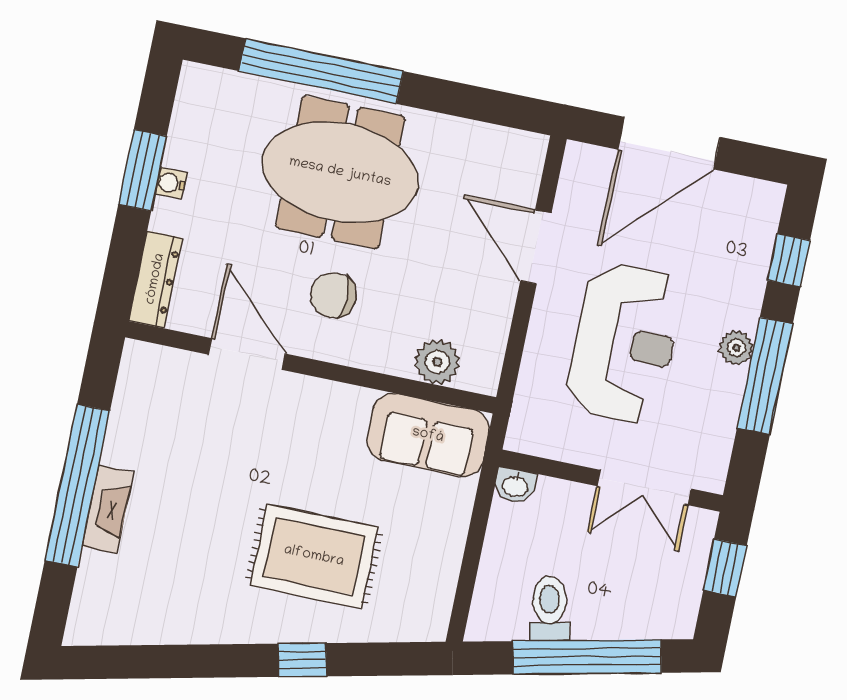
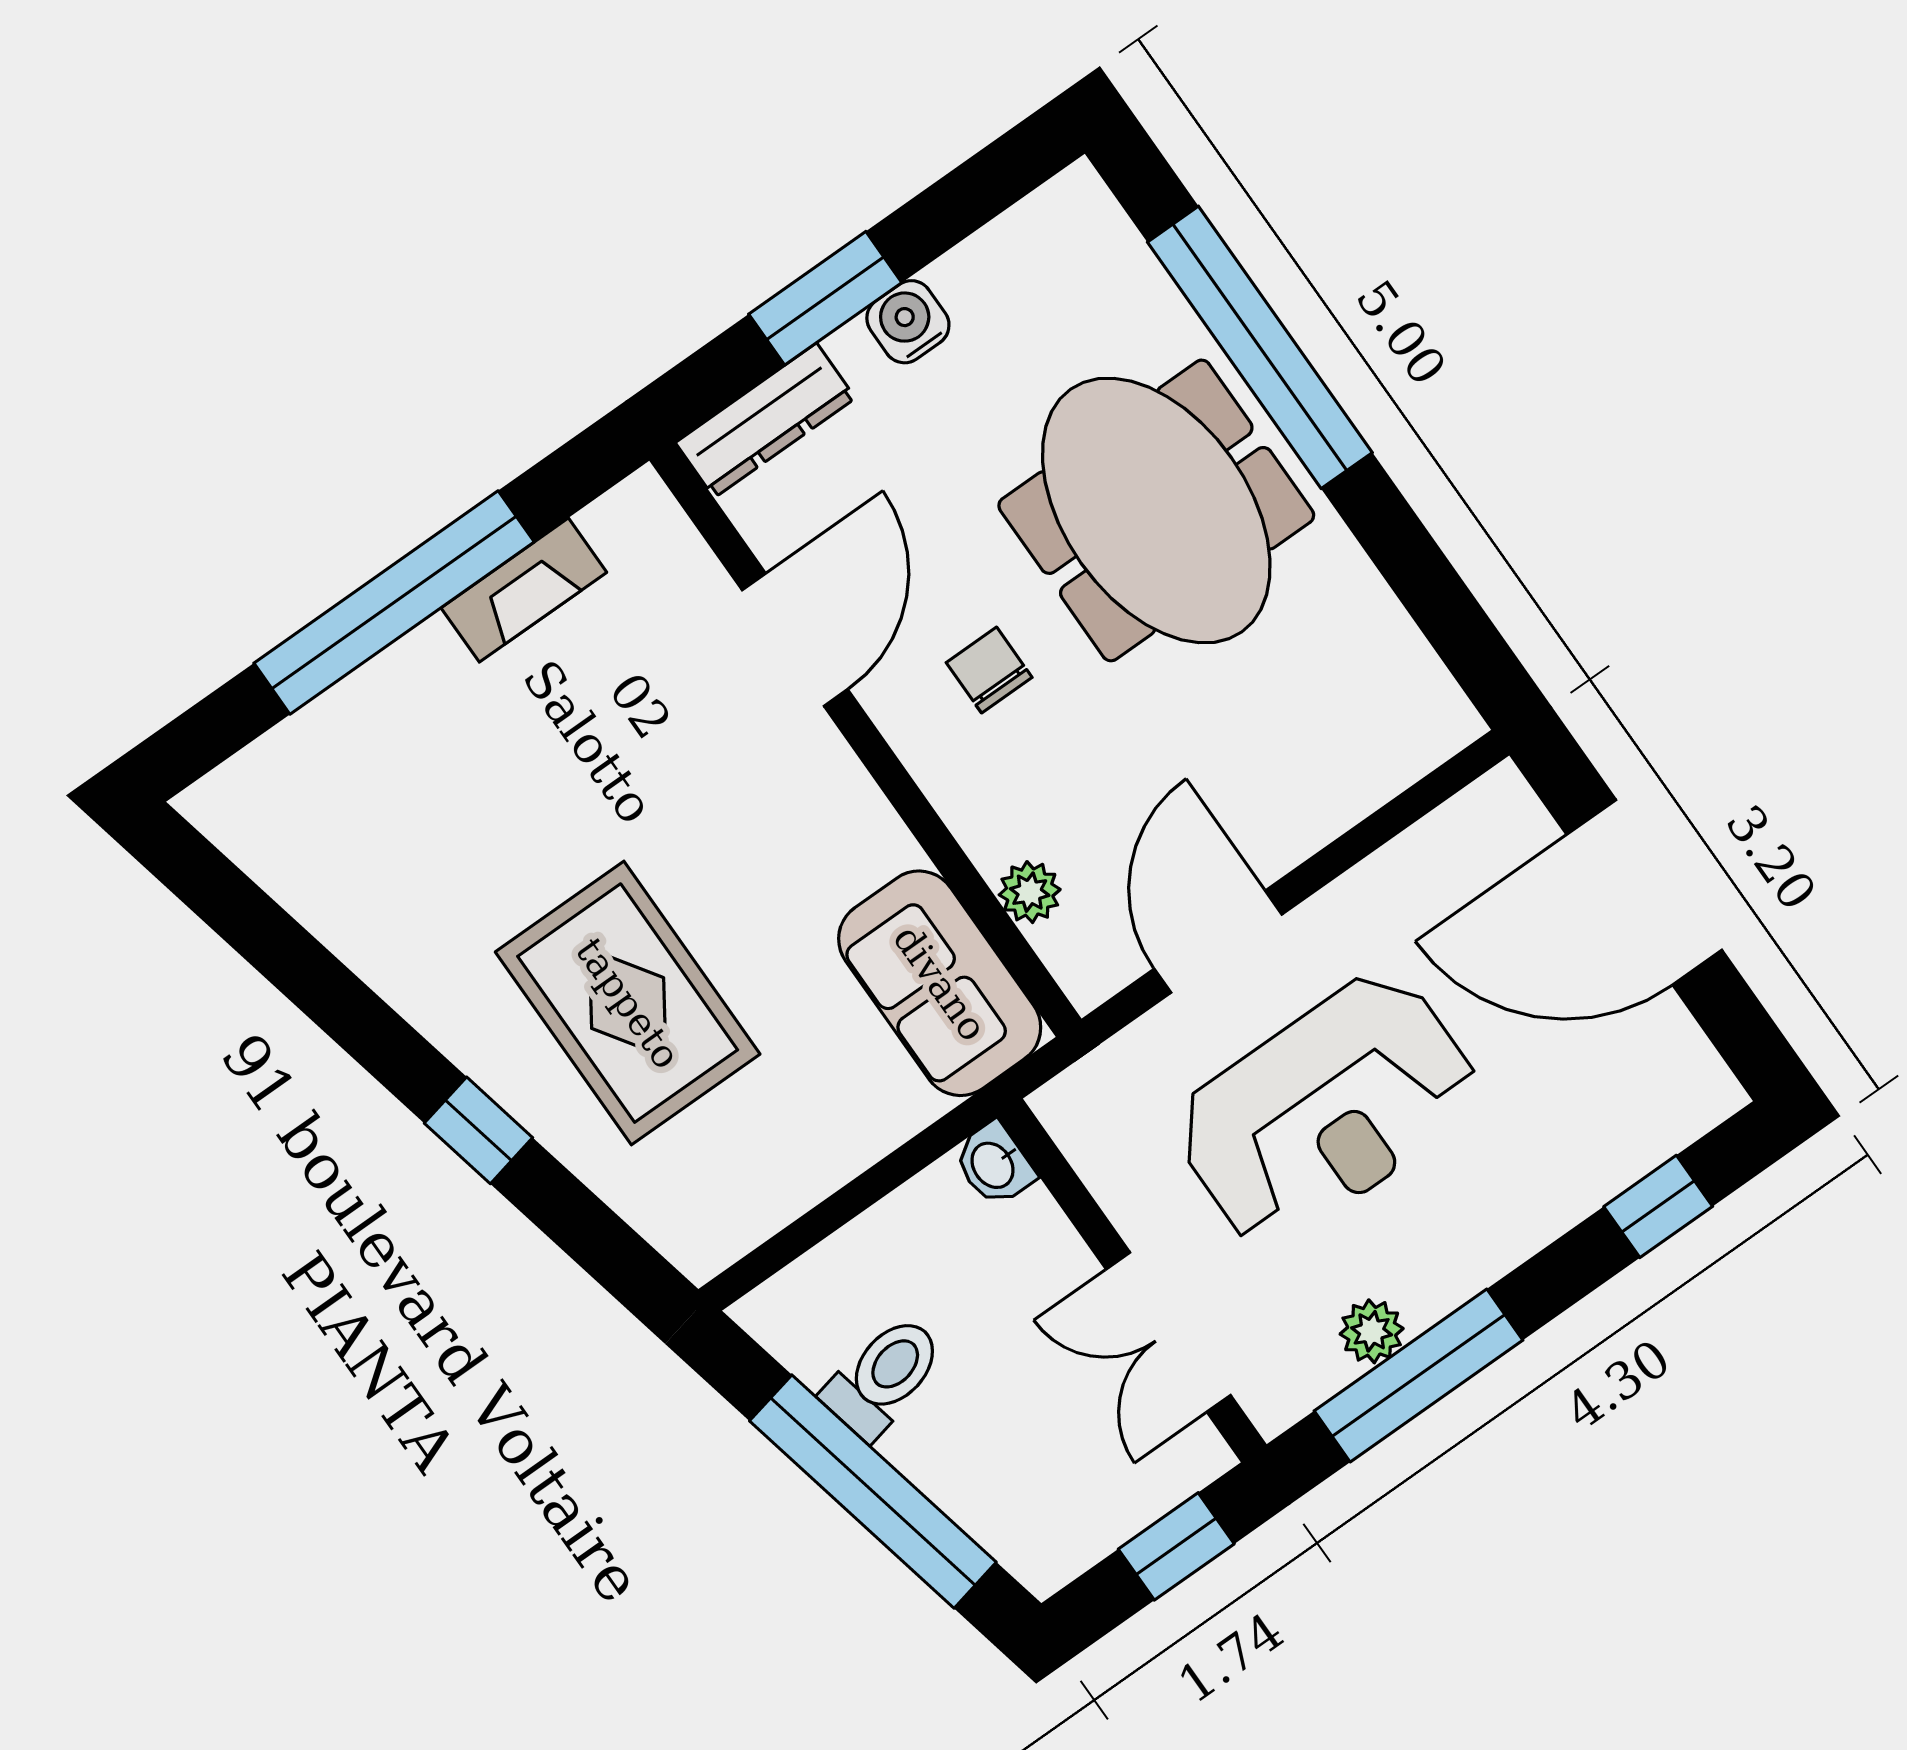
window: (143, 170) -> (825, 298), moved
water cooler: (171, 183) -> (908, 322), width x1.38, depth x1.38
door: (536, 247) -> (1218, 942), moved
chair: (333, 295) -> (989, 670), width x0.73, depth x0.73
plant: (736, 348) -> (1372, 1331), moved
plant: (437, 362) -> (1030, 892), width x0.73, depth x0.73
window: (765, 376) -> (1419, 1375), moved
fireplace: (108, 509) -> (524, 590), moved

